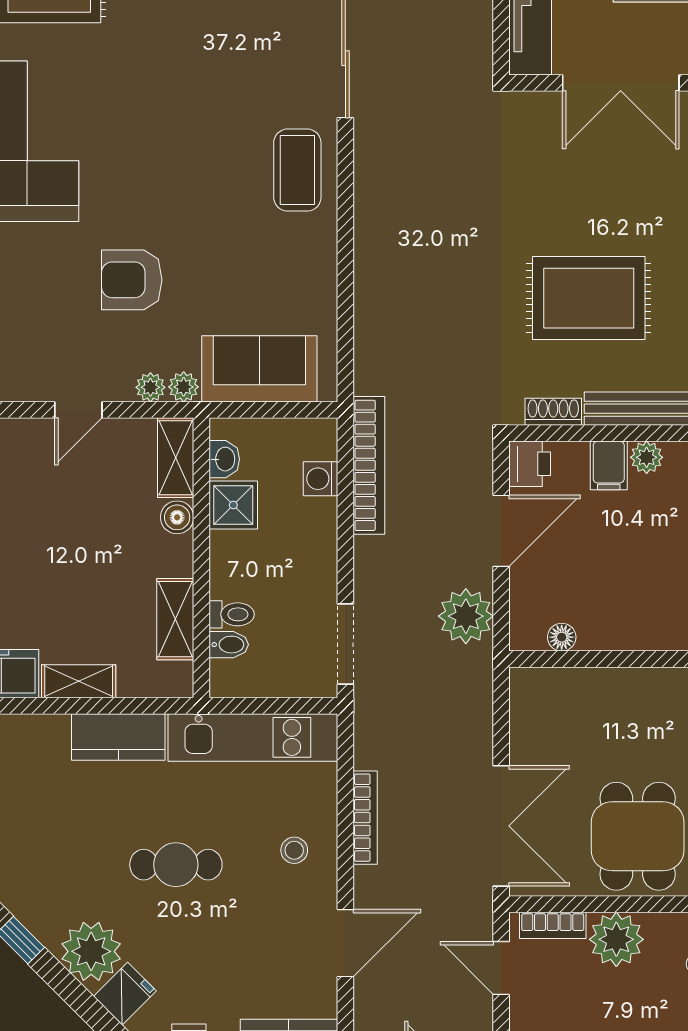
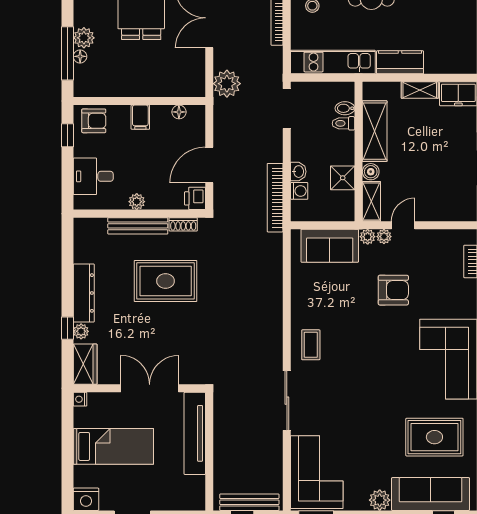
coffee table: (297, 170) -> (311, 345), width x0.73, depth x0.77
door: (78, 410) -> (403, 225), moved
washbasin: (224, 459) -> (298, 172), moved, turned 180
filing cabinet: (609, 465) -> (140, 117), moved, turned 180
plant: (466, 616) -> (227, 84), moved
shelving: (175, 619) -> (375, 131), width x1.50, depth x1.33

